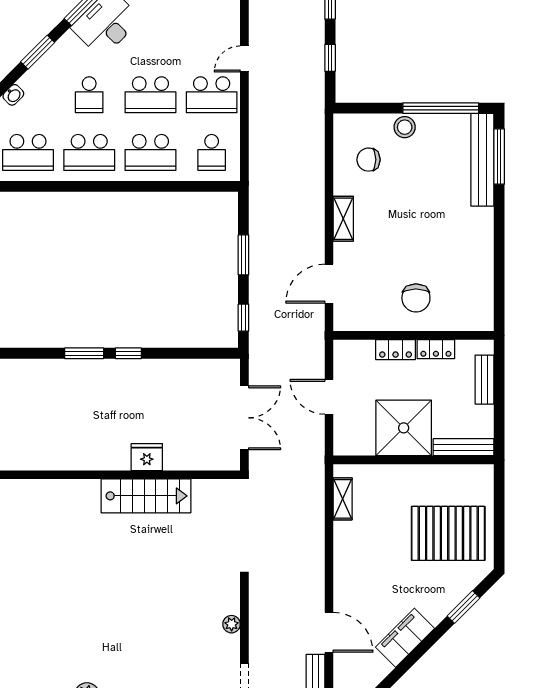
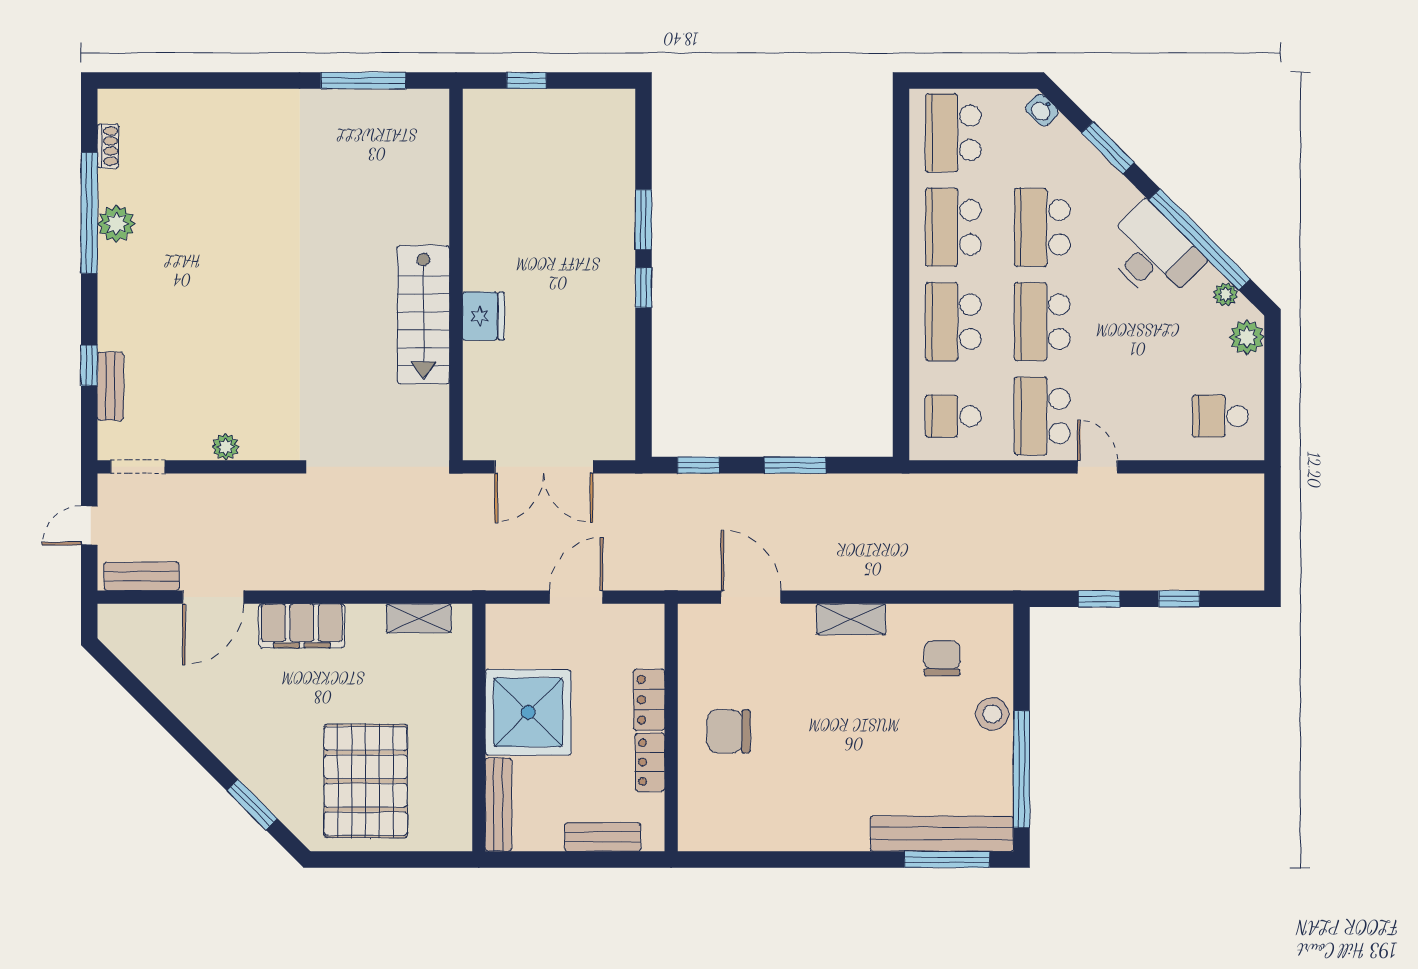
school desk: (89, 95) -> (1042, 227), width x1.85
filing cabinet: (405, 638) -> (302, 626), moved, turned 135

